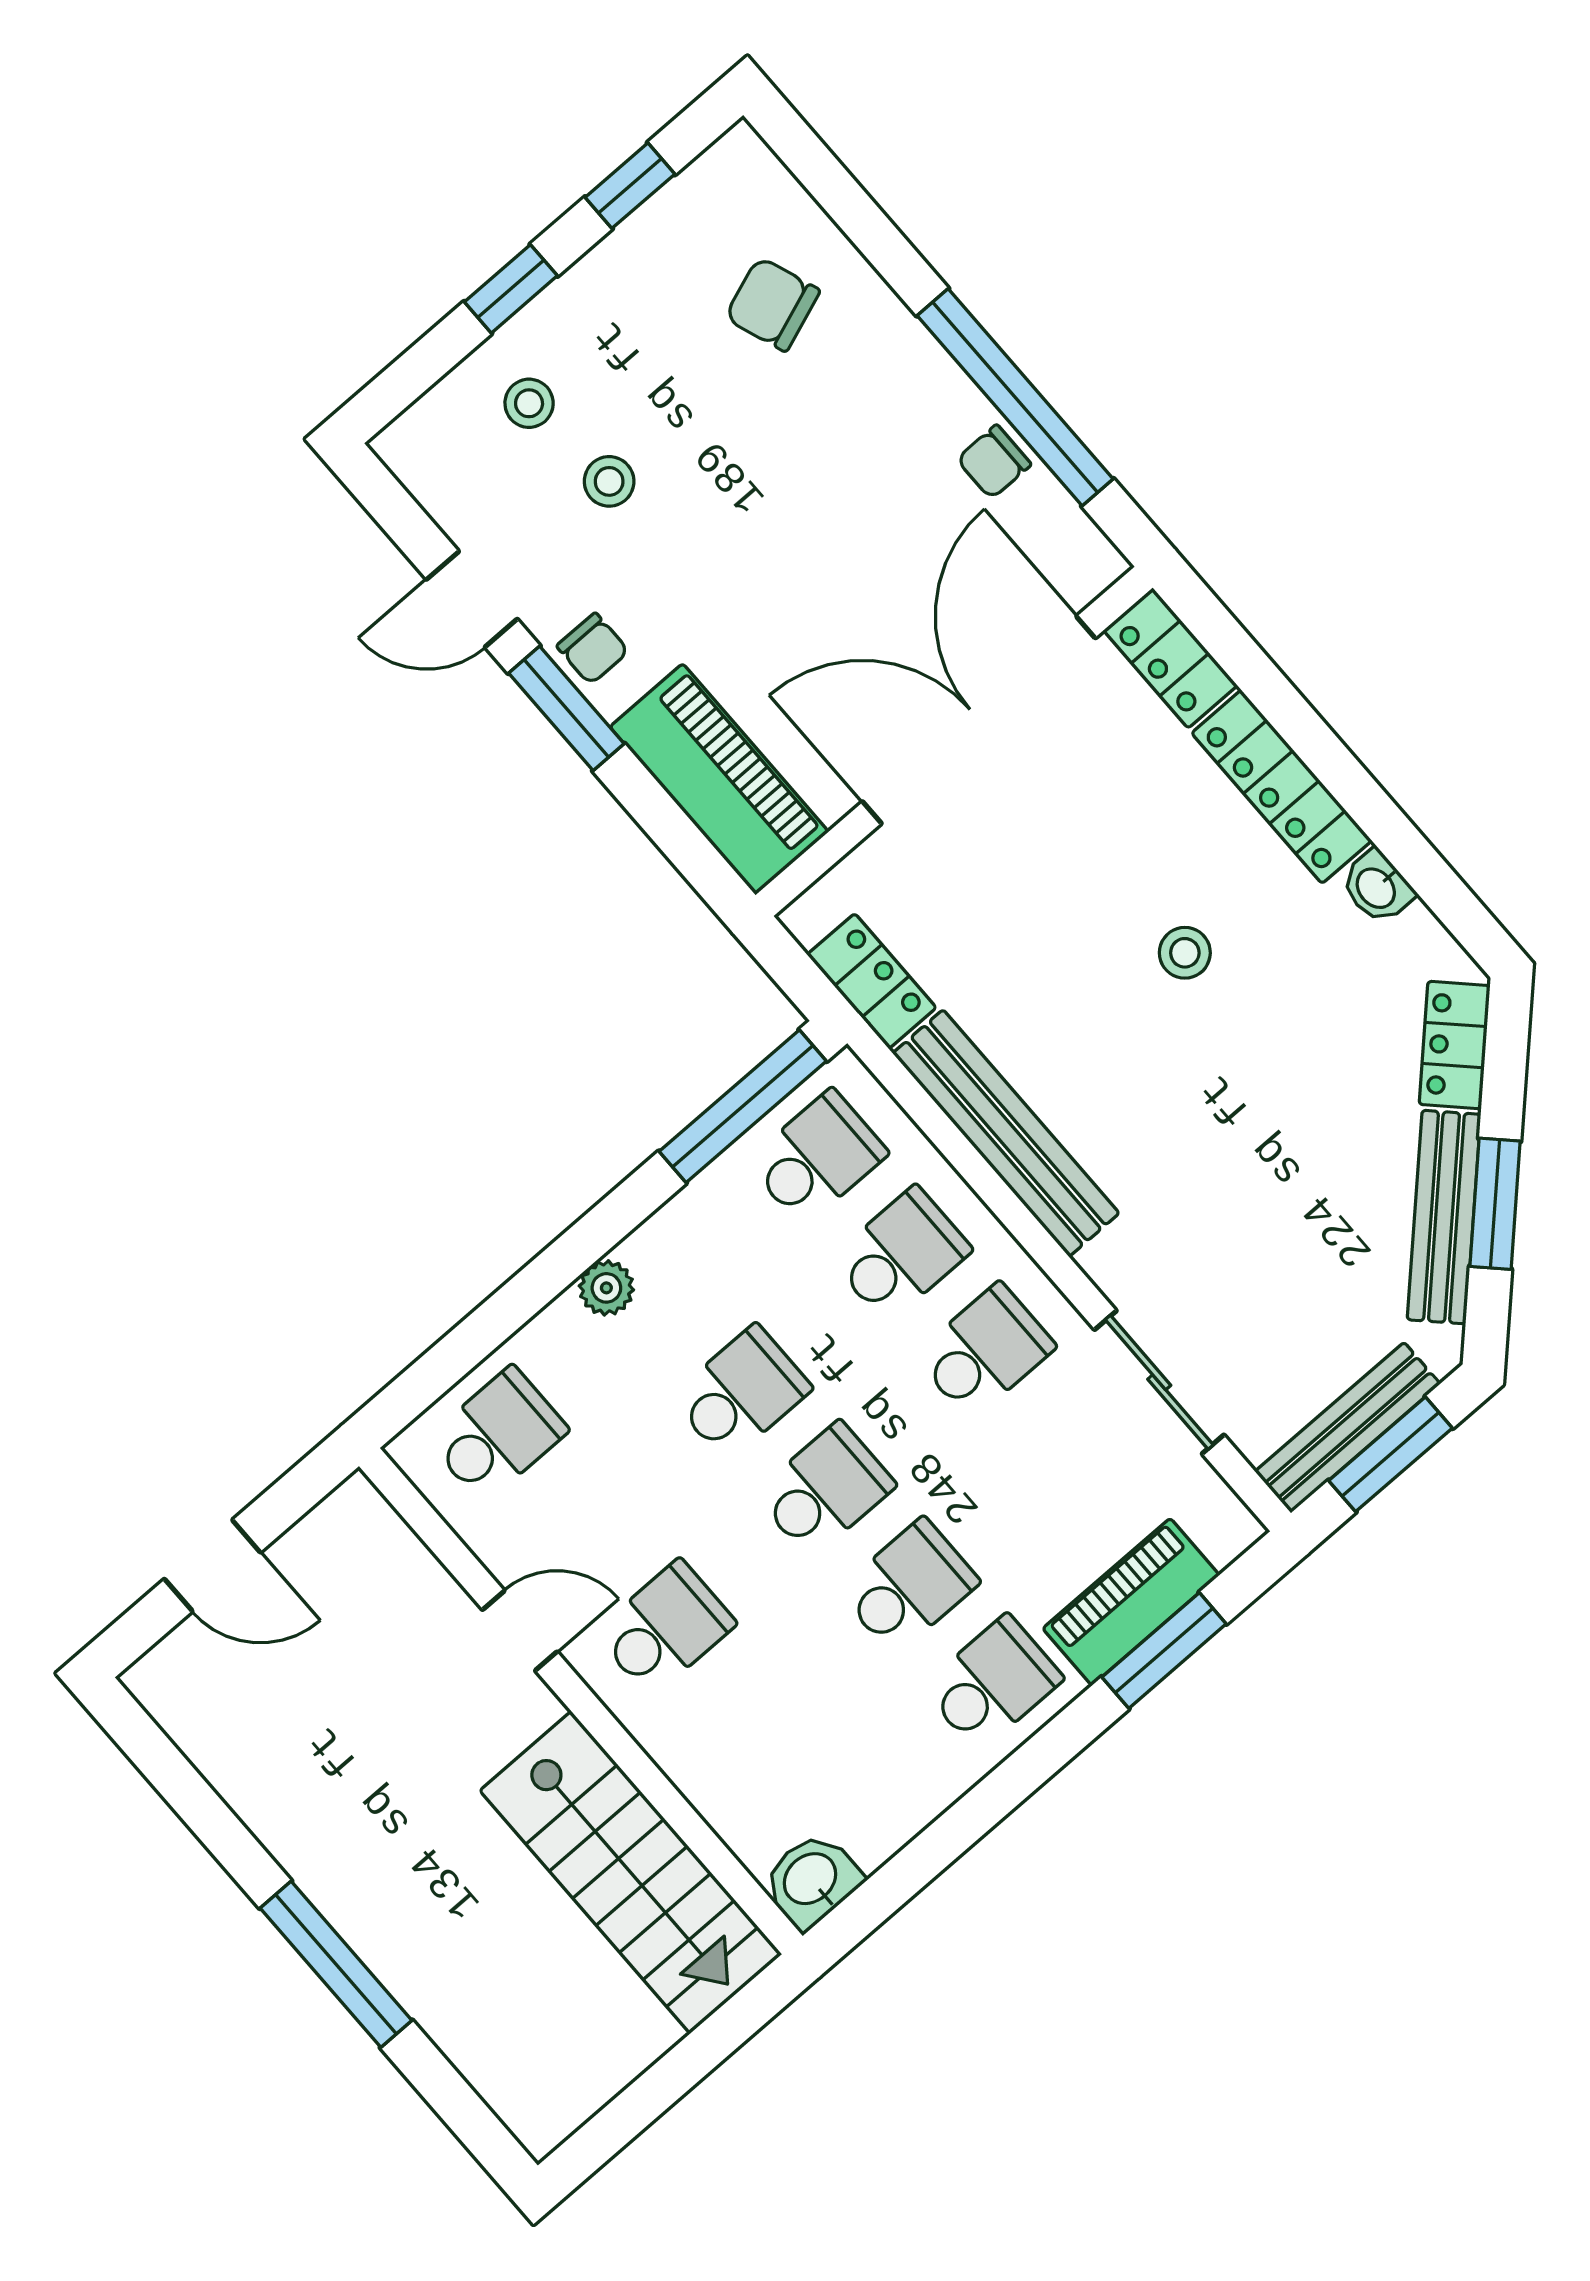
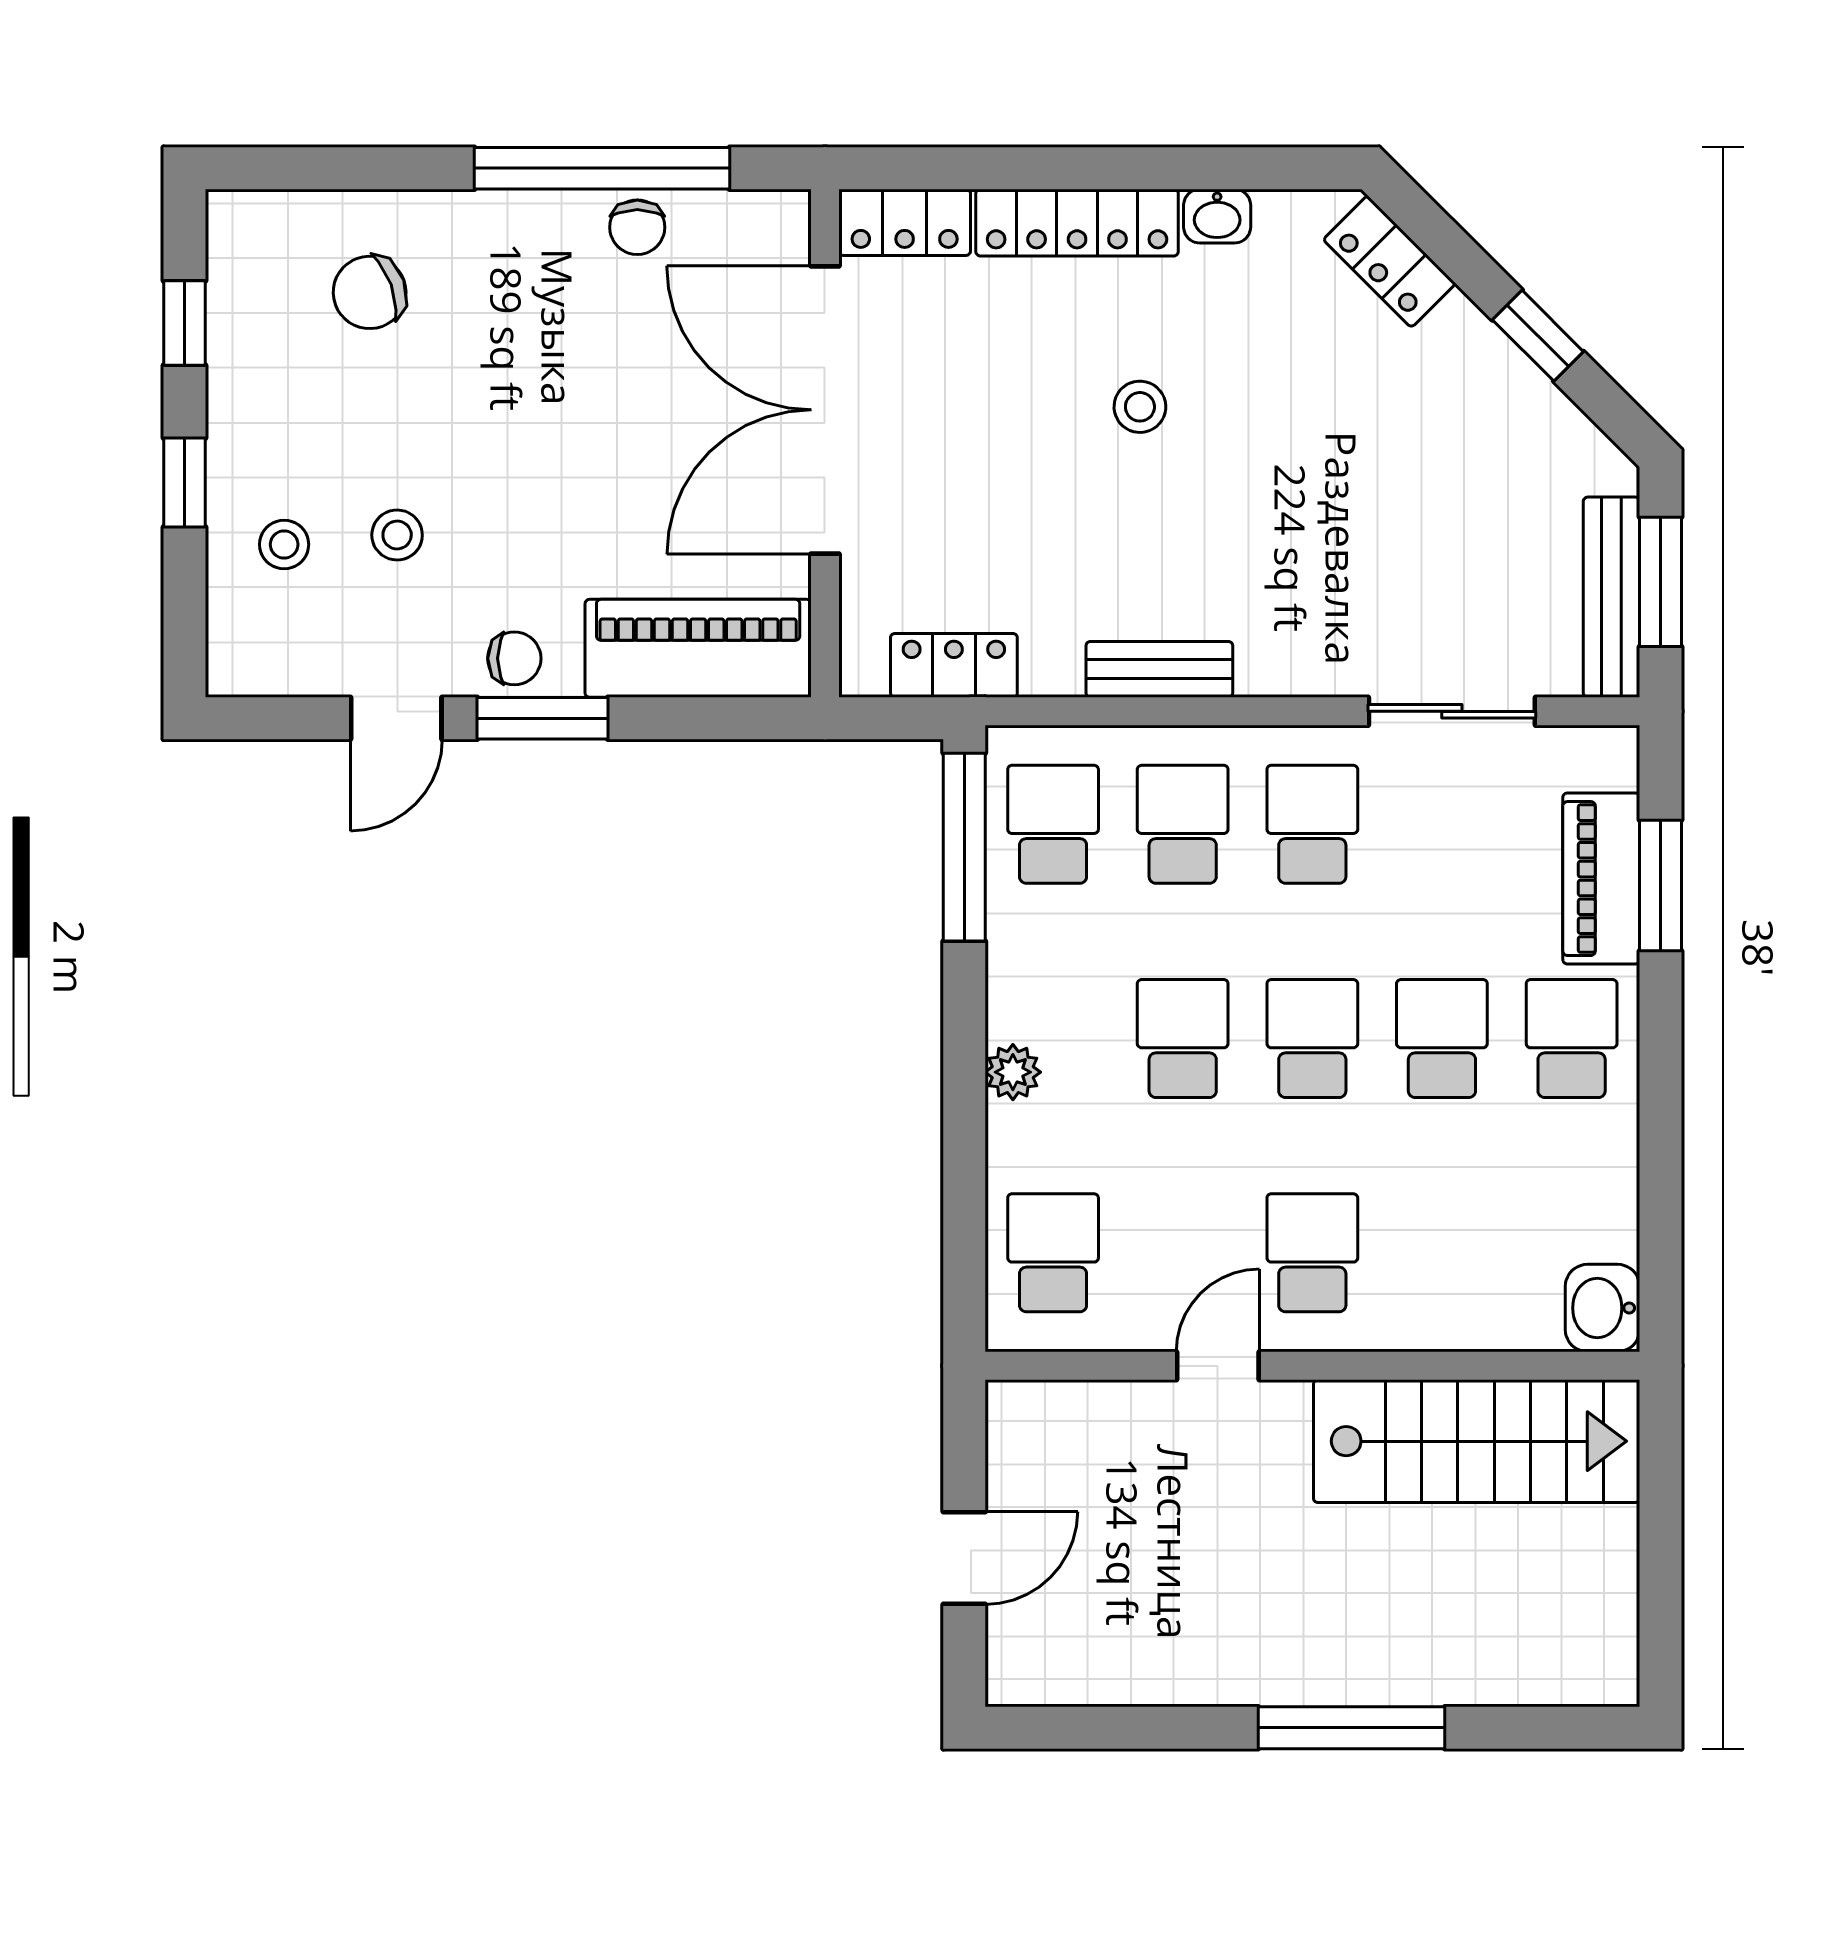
bench: (1006, 1133) -> (1159, 669), width x0.54, depth x0.82
window: (1495, 1204) -> (1538, 336), width x0.67
bench: (1444, 1217) -> (1514, 384), removed

